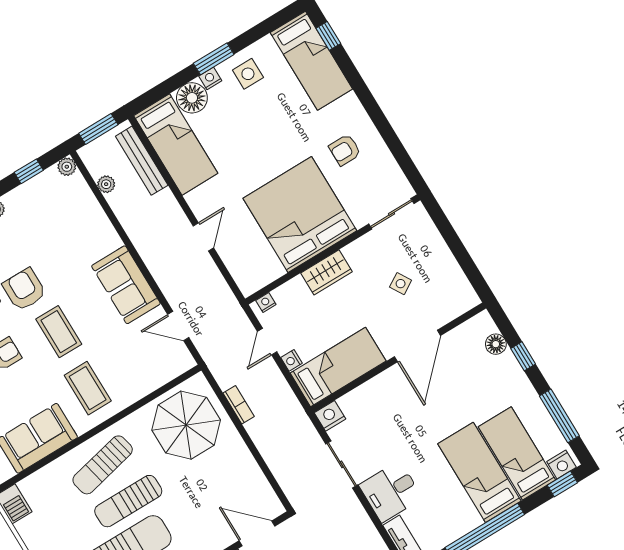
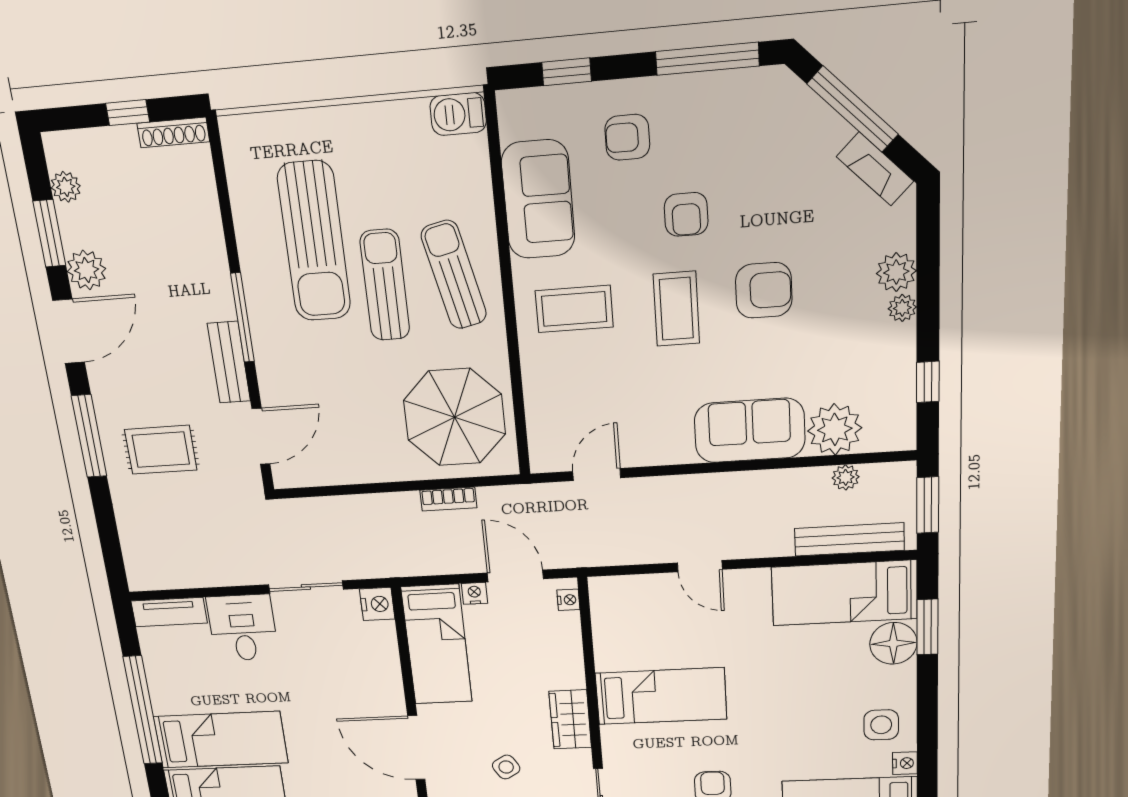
window: (214, 59) -> (927, 627), moved
nightstand: (210, 78) -> (905, 763), moved
plant: (67, 167) -> (835, 429), moved, width x1.87, depth x1.87
bed: (300, 214) -> (661, 696), width x0.49
wardrobe: (327, 272) -> (570, 719), moved
sofa: (126, 285) -> (750, 430), moved
coffee table: (59, 332) -> (676, 309), turned 90
door: (267, 342) -> (515, 576), width x1.38

